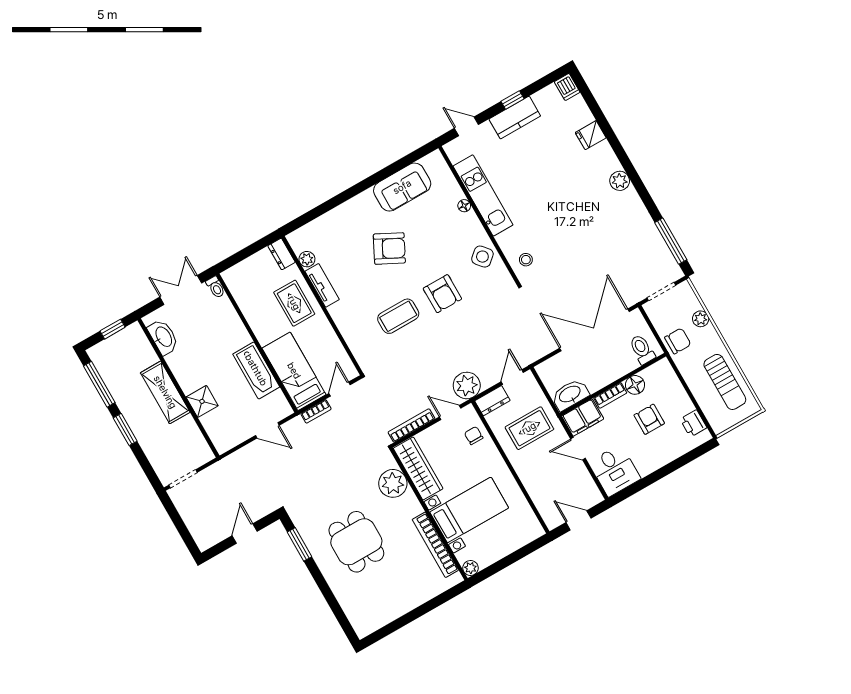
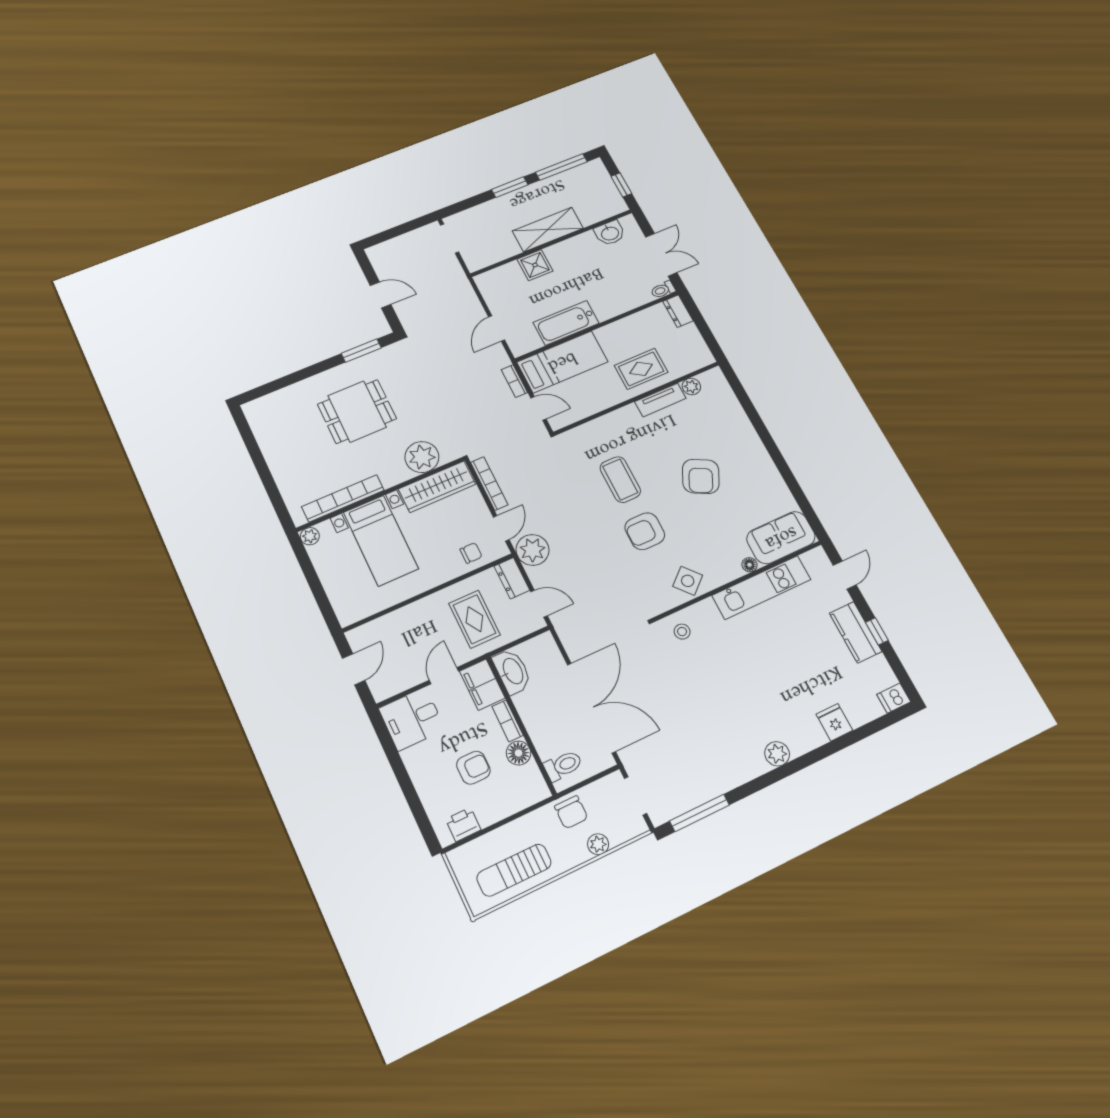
sofa: (402, 187) -> (781, 538), moved, turned 90
dresser: (281, 254) -> (678, 311), moved, turned -90
washbasin: (163, 337) -> (610, 233), width x0.72

